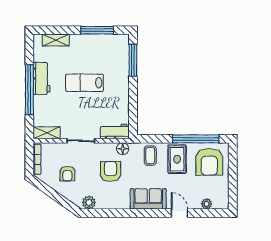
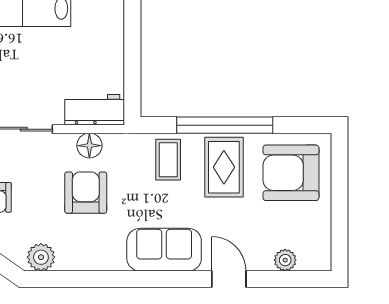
window: (196, 139) -> (225, 125), moved
floor lamp: (123, 149) -> (89, 146), moved
armchair: (209, 162) -> (291, 173), turned 90

